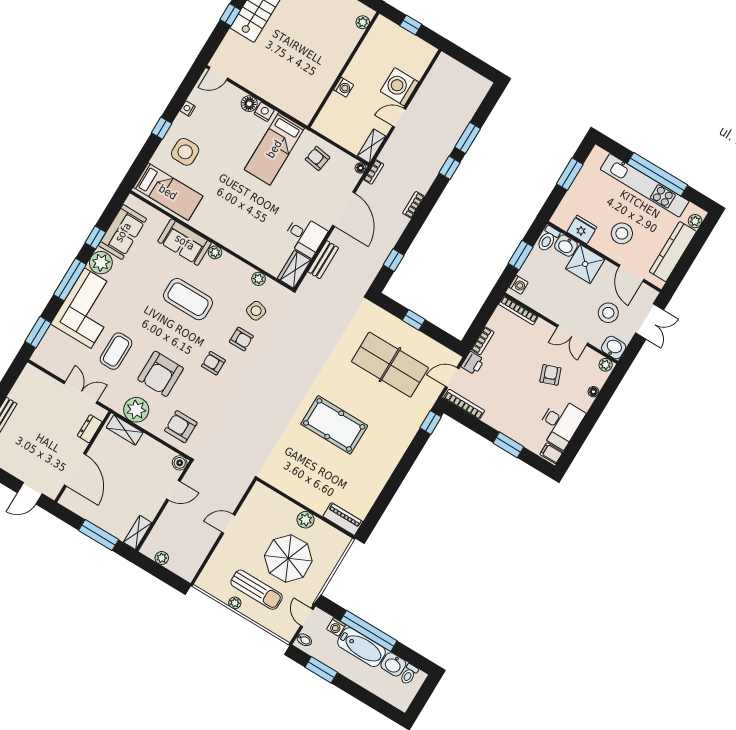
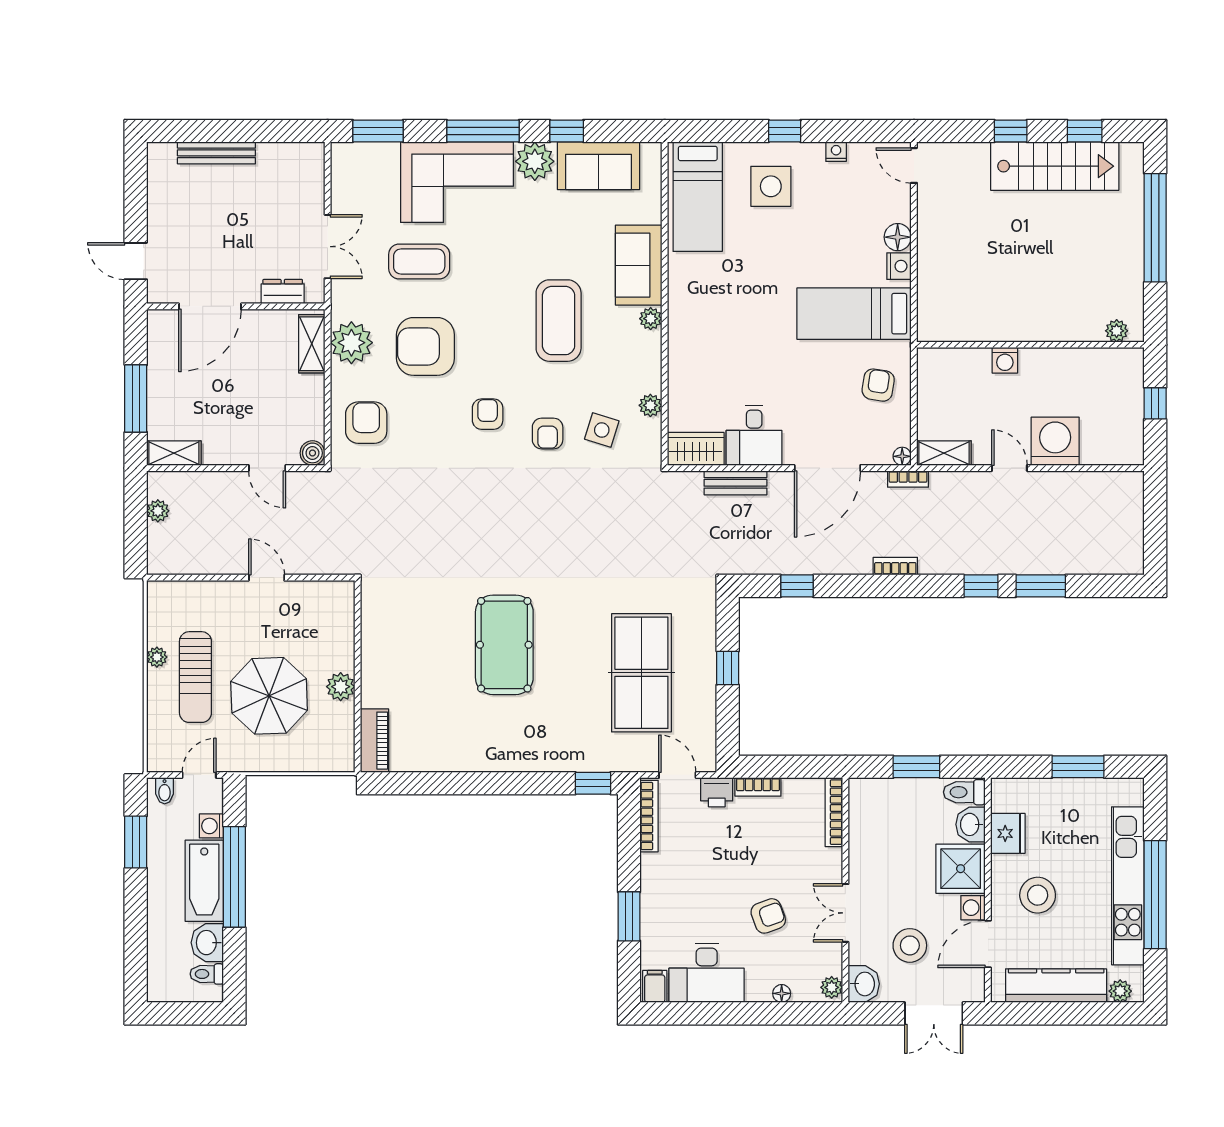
washing machine: (519, 285) -> (973, 908), moved, turned 90

